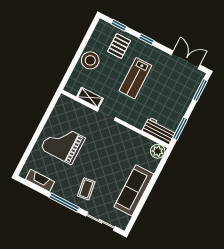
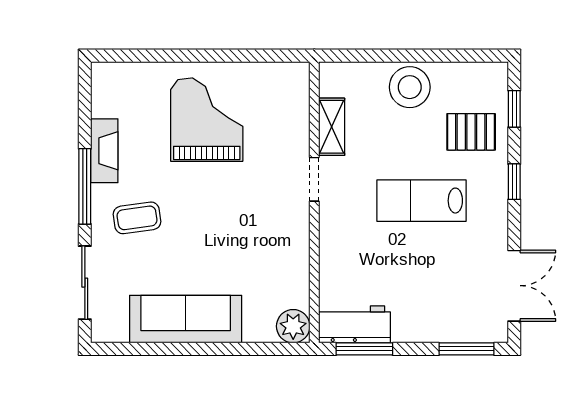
workbench: (159, 131) -> (355, 324), moved, turned -90
fireplace: (40, 181) -> (104, 151), moved

